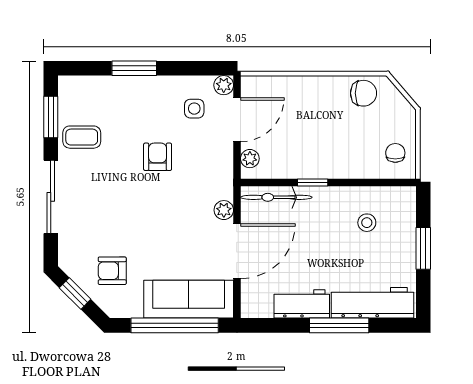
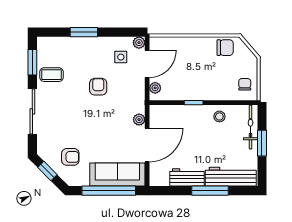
bicycle: (276, 197) -> (251, 127), moved, turned 90
stool: (367, 223) -> (219, 116), moved
armchair: (112, 271) -> (70, 157), turned 180

